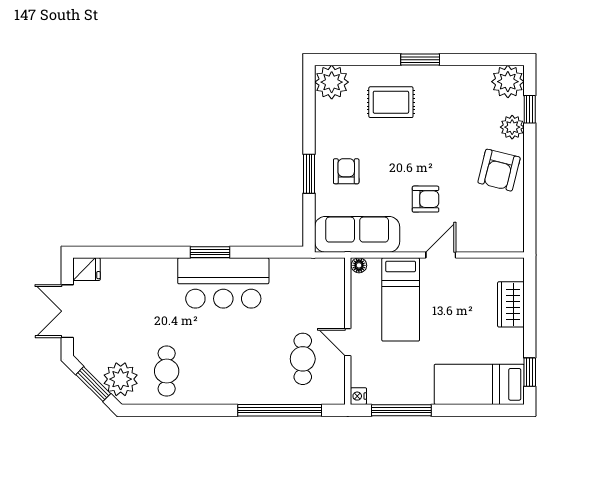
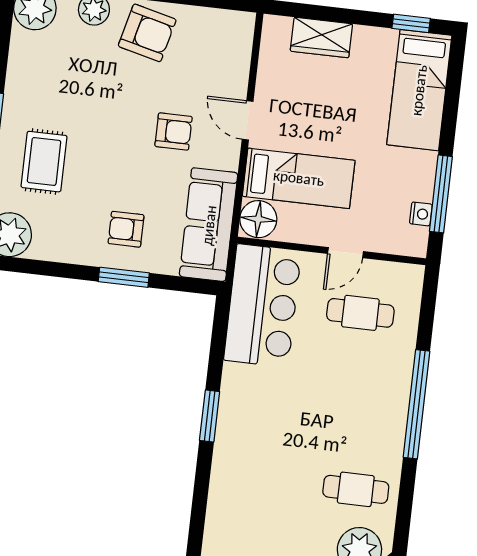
armchair: (426, 199) -> (174, 132), turned 90
floor lamp: (359, 265) -> (258, 219), width x1.89, depth x1.89
bar counter: (223, 283) -> (262, 306), moved
nightstand: (358, 396) -> (421, 214), moved, turned -90
window: (280, 410) -> (417, 404), moved

